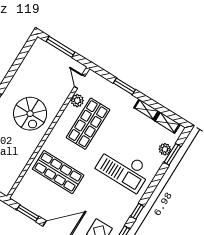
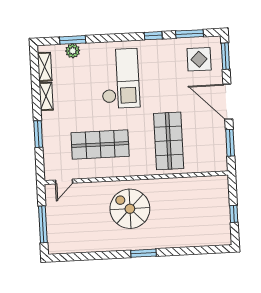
plant: (77, 101) -> (85, 171), removed
spiral stairs: (30, 114) -> (130, 209), turned -90

